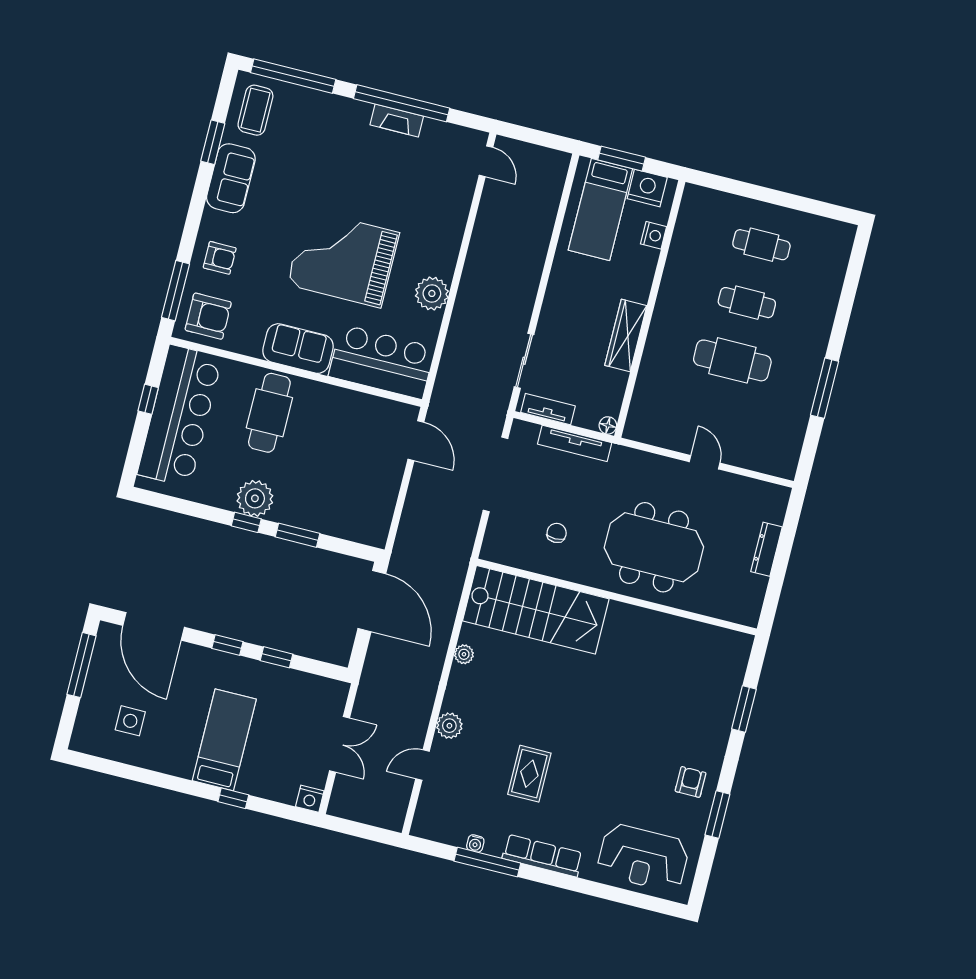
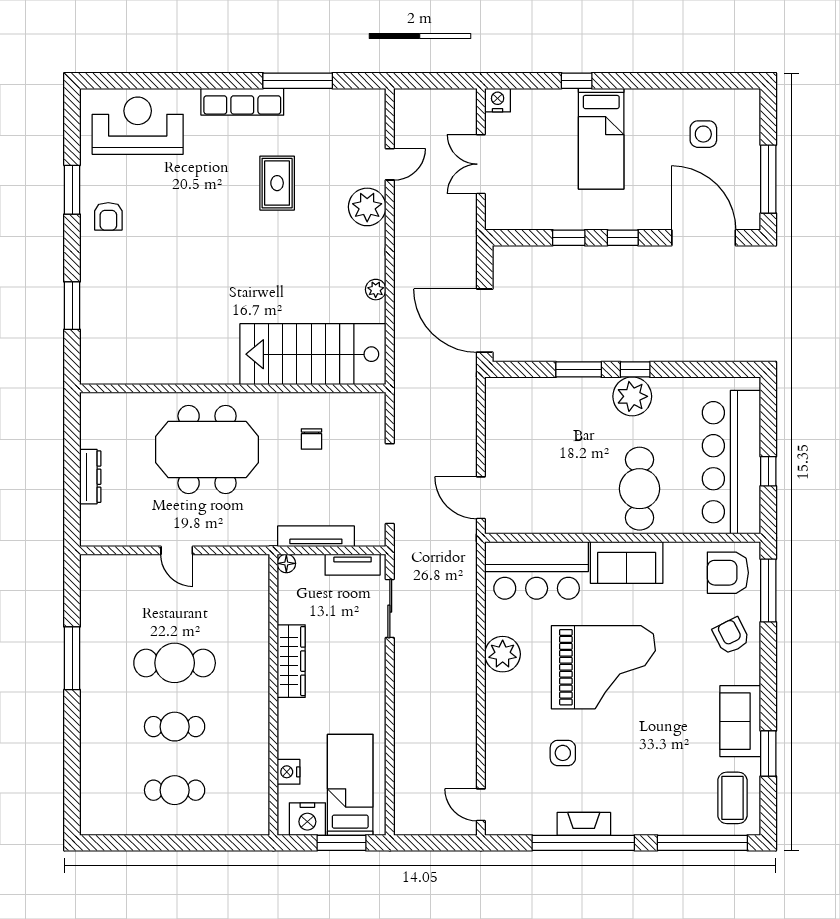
side table: (400, 190) -> (563, 753), added
armchair: (220, 258) -> (731, 636), turned 63
plant: (449, 726) -> (367, 207), width x1.36, depth x1.36
water cooler: (475, 843) -> (315, 97), removed

